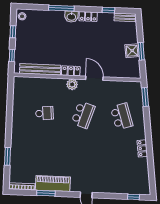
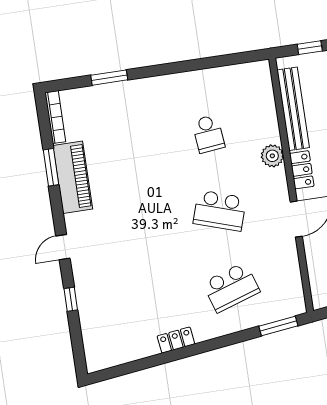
plant: (72, 84) -> (272, 156), moved
window: (133, 197) -> (71, 299), moved

